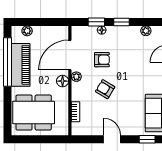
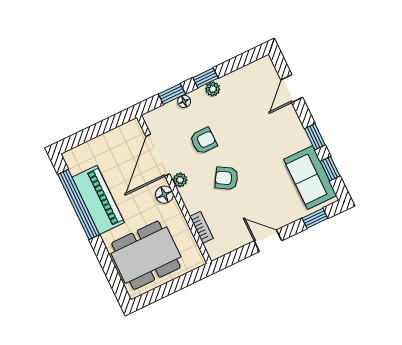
plant: (27, 31) -> (85, 150), removed
plant: (146, 31) -> (213, 89), moved

